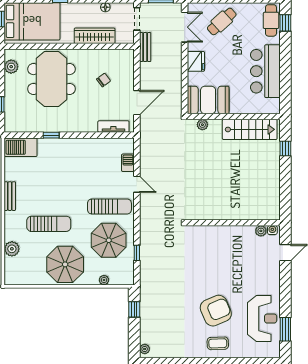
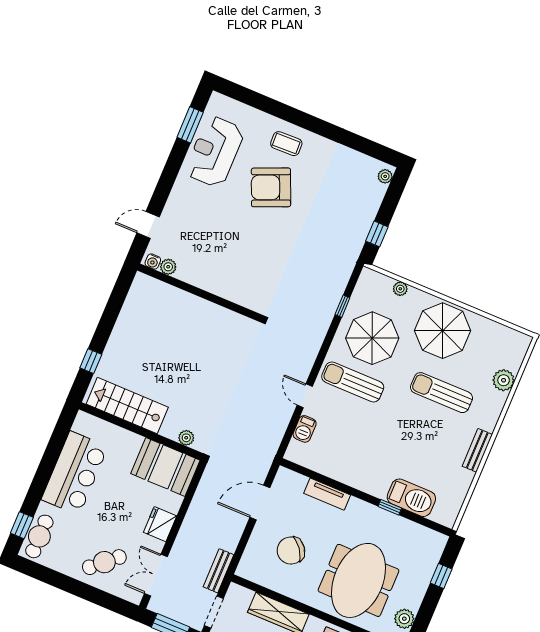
chair: (104, 80) -> (291, 550), width x1.87, depth x1.87
tv unit: (113, 127) -> (327, 494), moved
barbecue: (21, 147) -> (411, 498), moved

